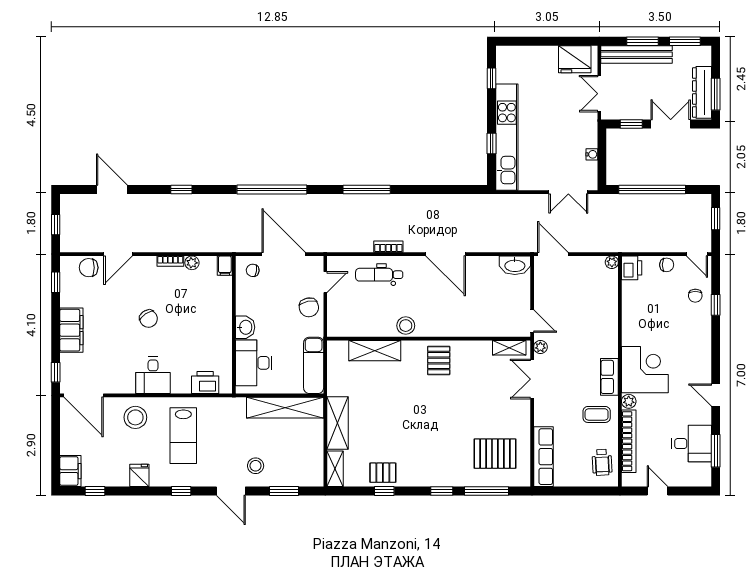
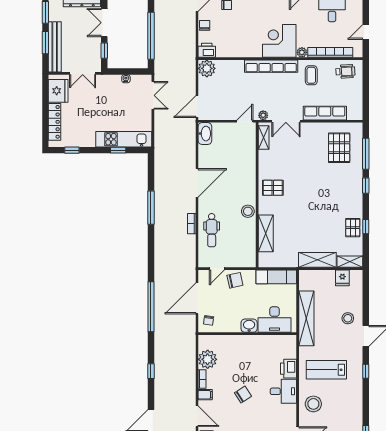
locker: (531, 54) -> (55, 122), added
kitchen unit: (507, 137) -> (124, 139), width x0.73
window: (367, 189) -> (151, 208), moved
plant: (612, 262) -> (207, 68), width x1.87, depth x1.87
plant: (192, 263) -> (208, 359), width x1.87, depth x1.87
filing cabinet: (225, 266) -> (205, 395), moved
door: (325, 282) -> (217, 269), swing flipped
row of seats: (609, 377) -> (271, 66), width x2.02
printer: (205, 383) -> (289, 369), moved
shelving: (285, 408) -> (306, 318), moved
lab bench: (183, 436) -> (326, 370), turned 180
row of seats: (544, 457) -> (325, 113), moved
fridge: (139, 475) -> (342, 278), moved, turned -90
window: (284, 491) -> (366, 298), removed

